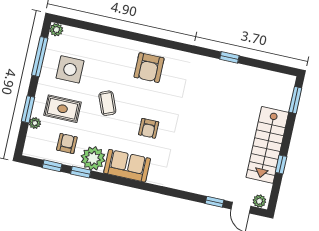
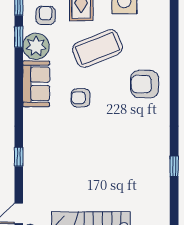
coffee table: (107, 103) -> (97, 49), width x1.86, depth x1.72
armchair: (67, 143) -> (46, 15), turned -90
window: (215, 202) -> (19, 157), moved

